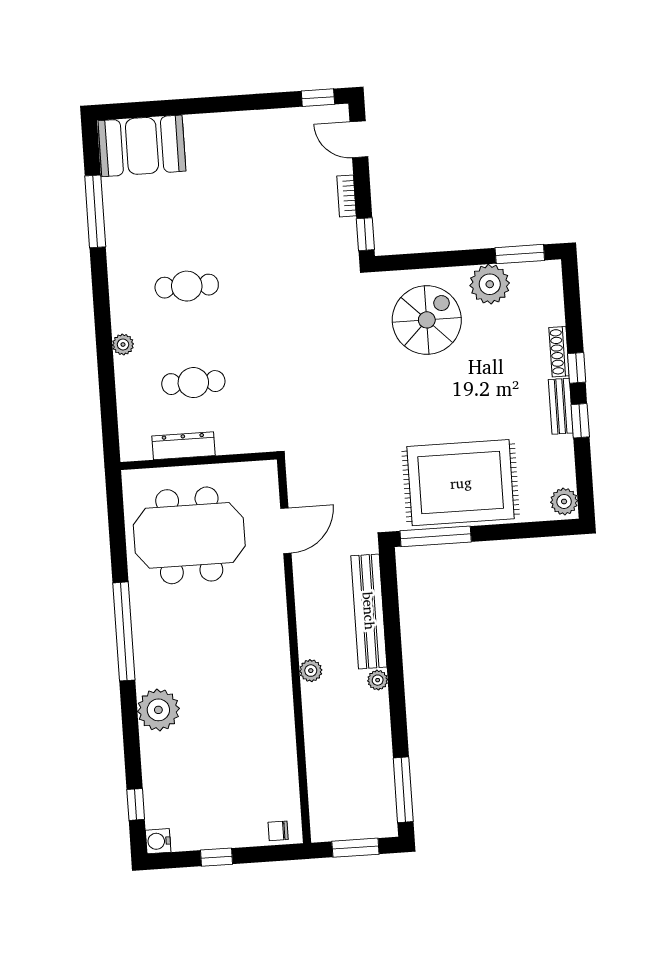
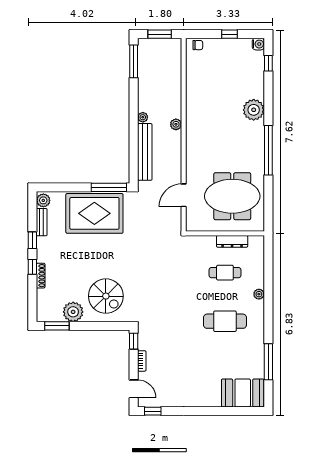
cafe table: (187, 286) -> (225, 321), width x1.37, depth x1.35
spiral stairs: (427, 320) -> (106, 296), turned -90
bench: (561, 406) -> (42, 222), moved

